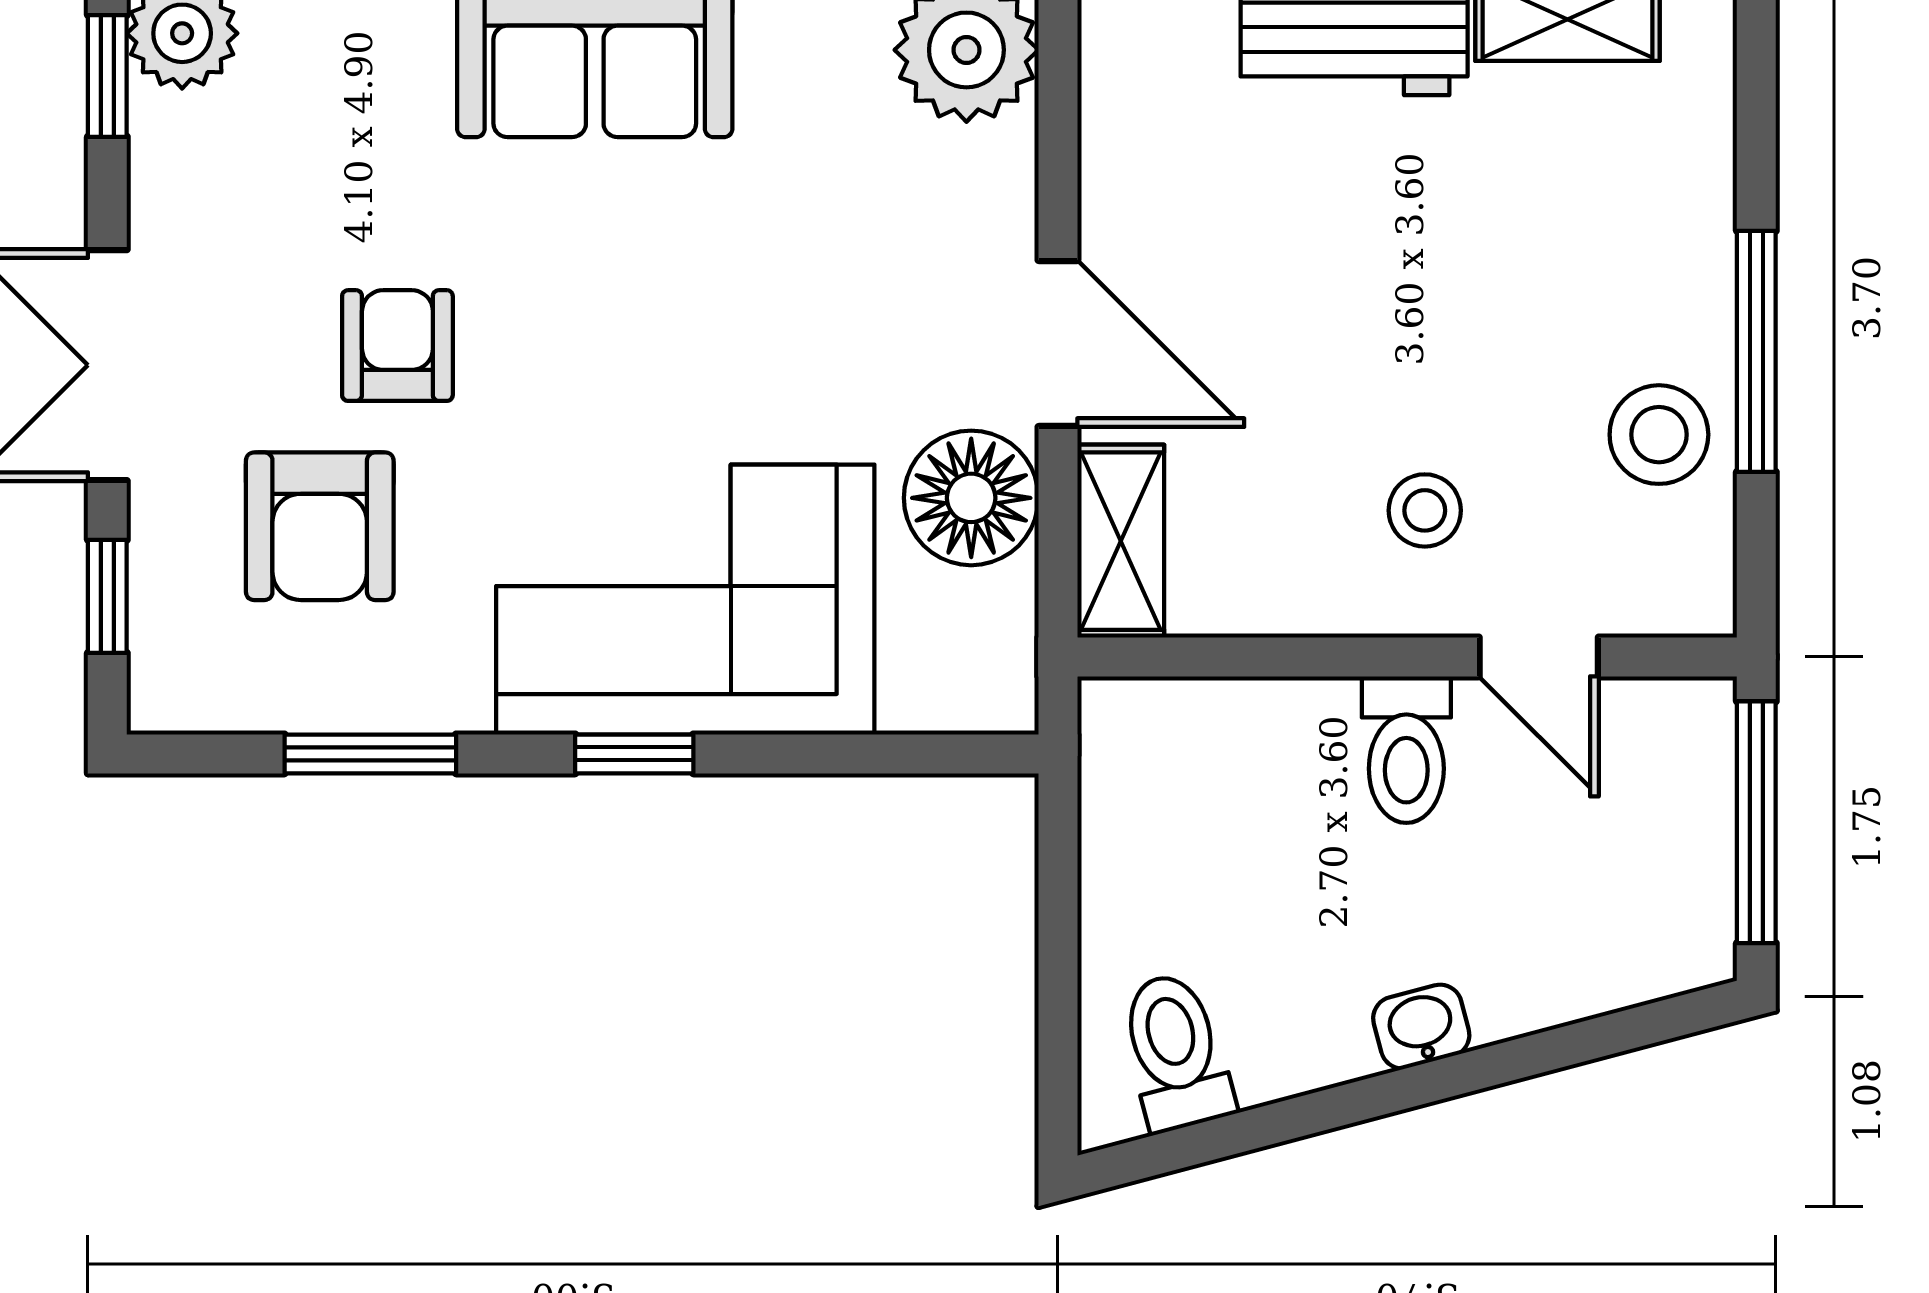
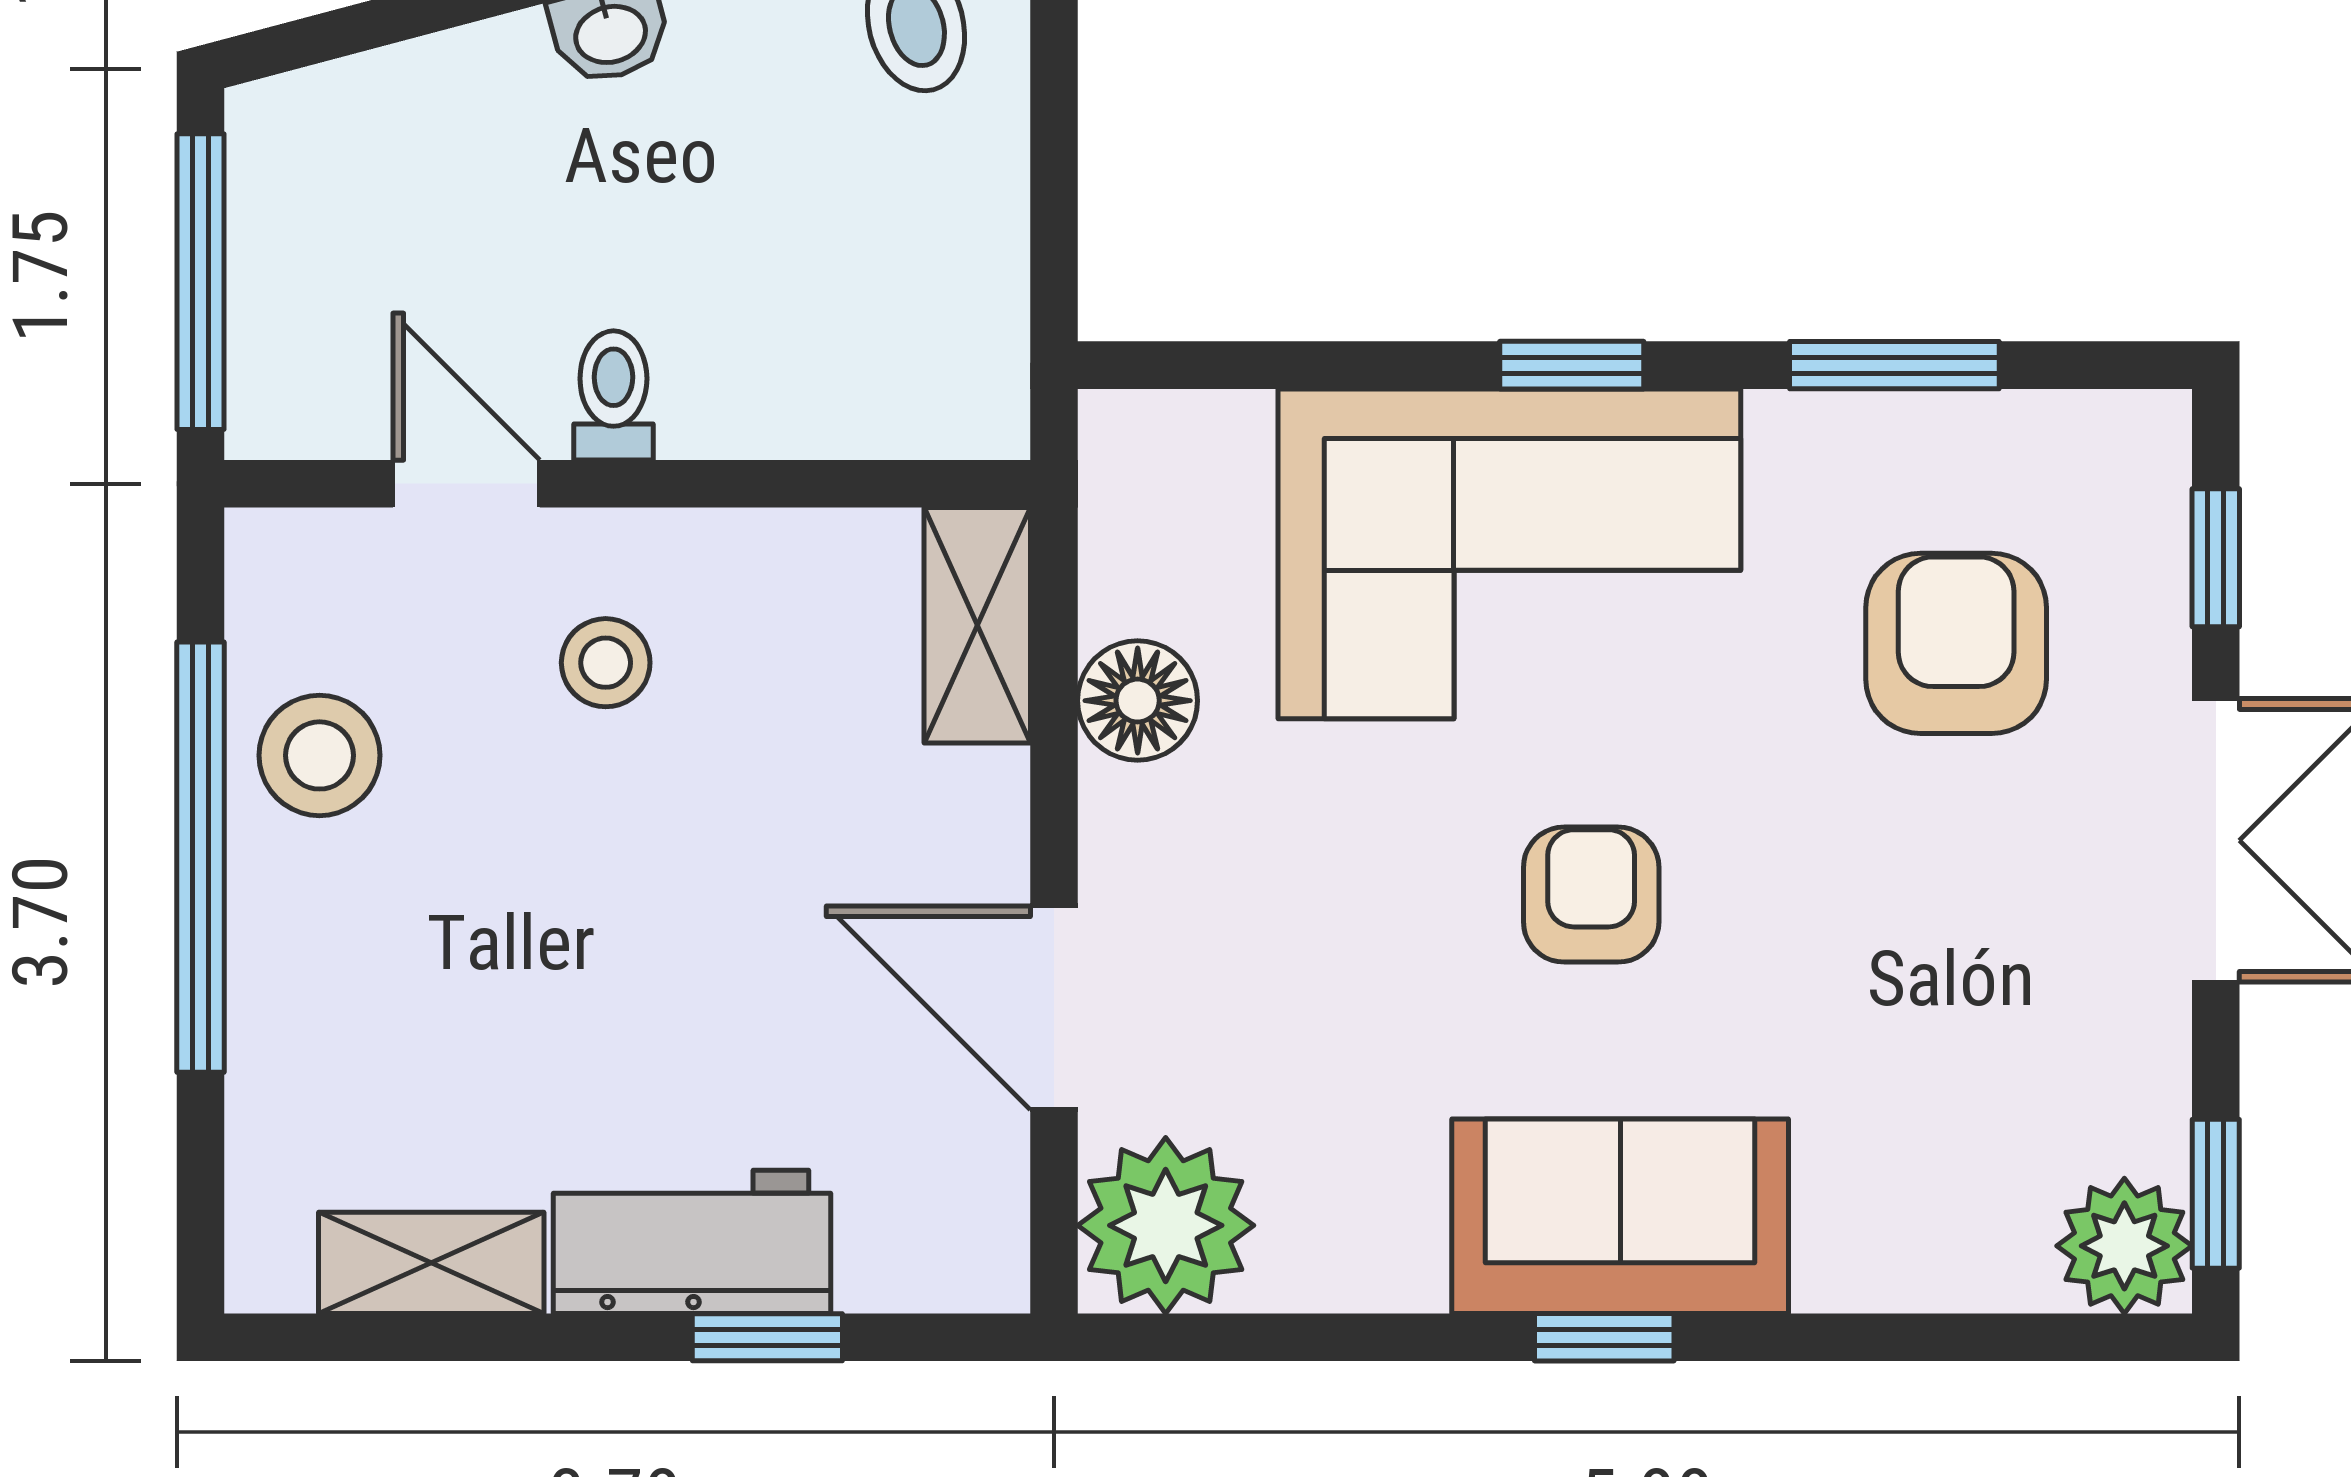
door: (1058, 343) -> (1054, 1008), moved
armchair: (397, 346) -> (1591, 895), moved, turned 180
window: (1756, 351) -> (200, 857), width x1.46
floor lamp: (971, 498) -> (1138, 701), width x0.73, depth x0.73
toilet: (1406, 750) -> (613, 395), width x0.73, depth x0.72

